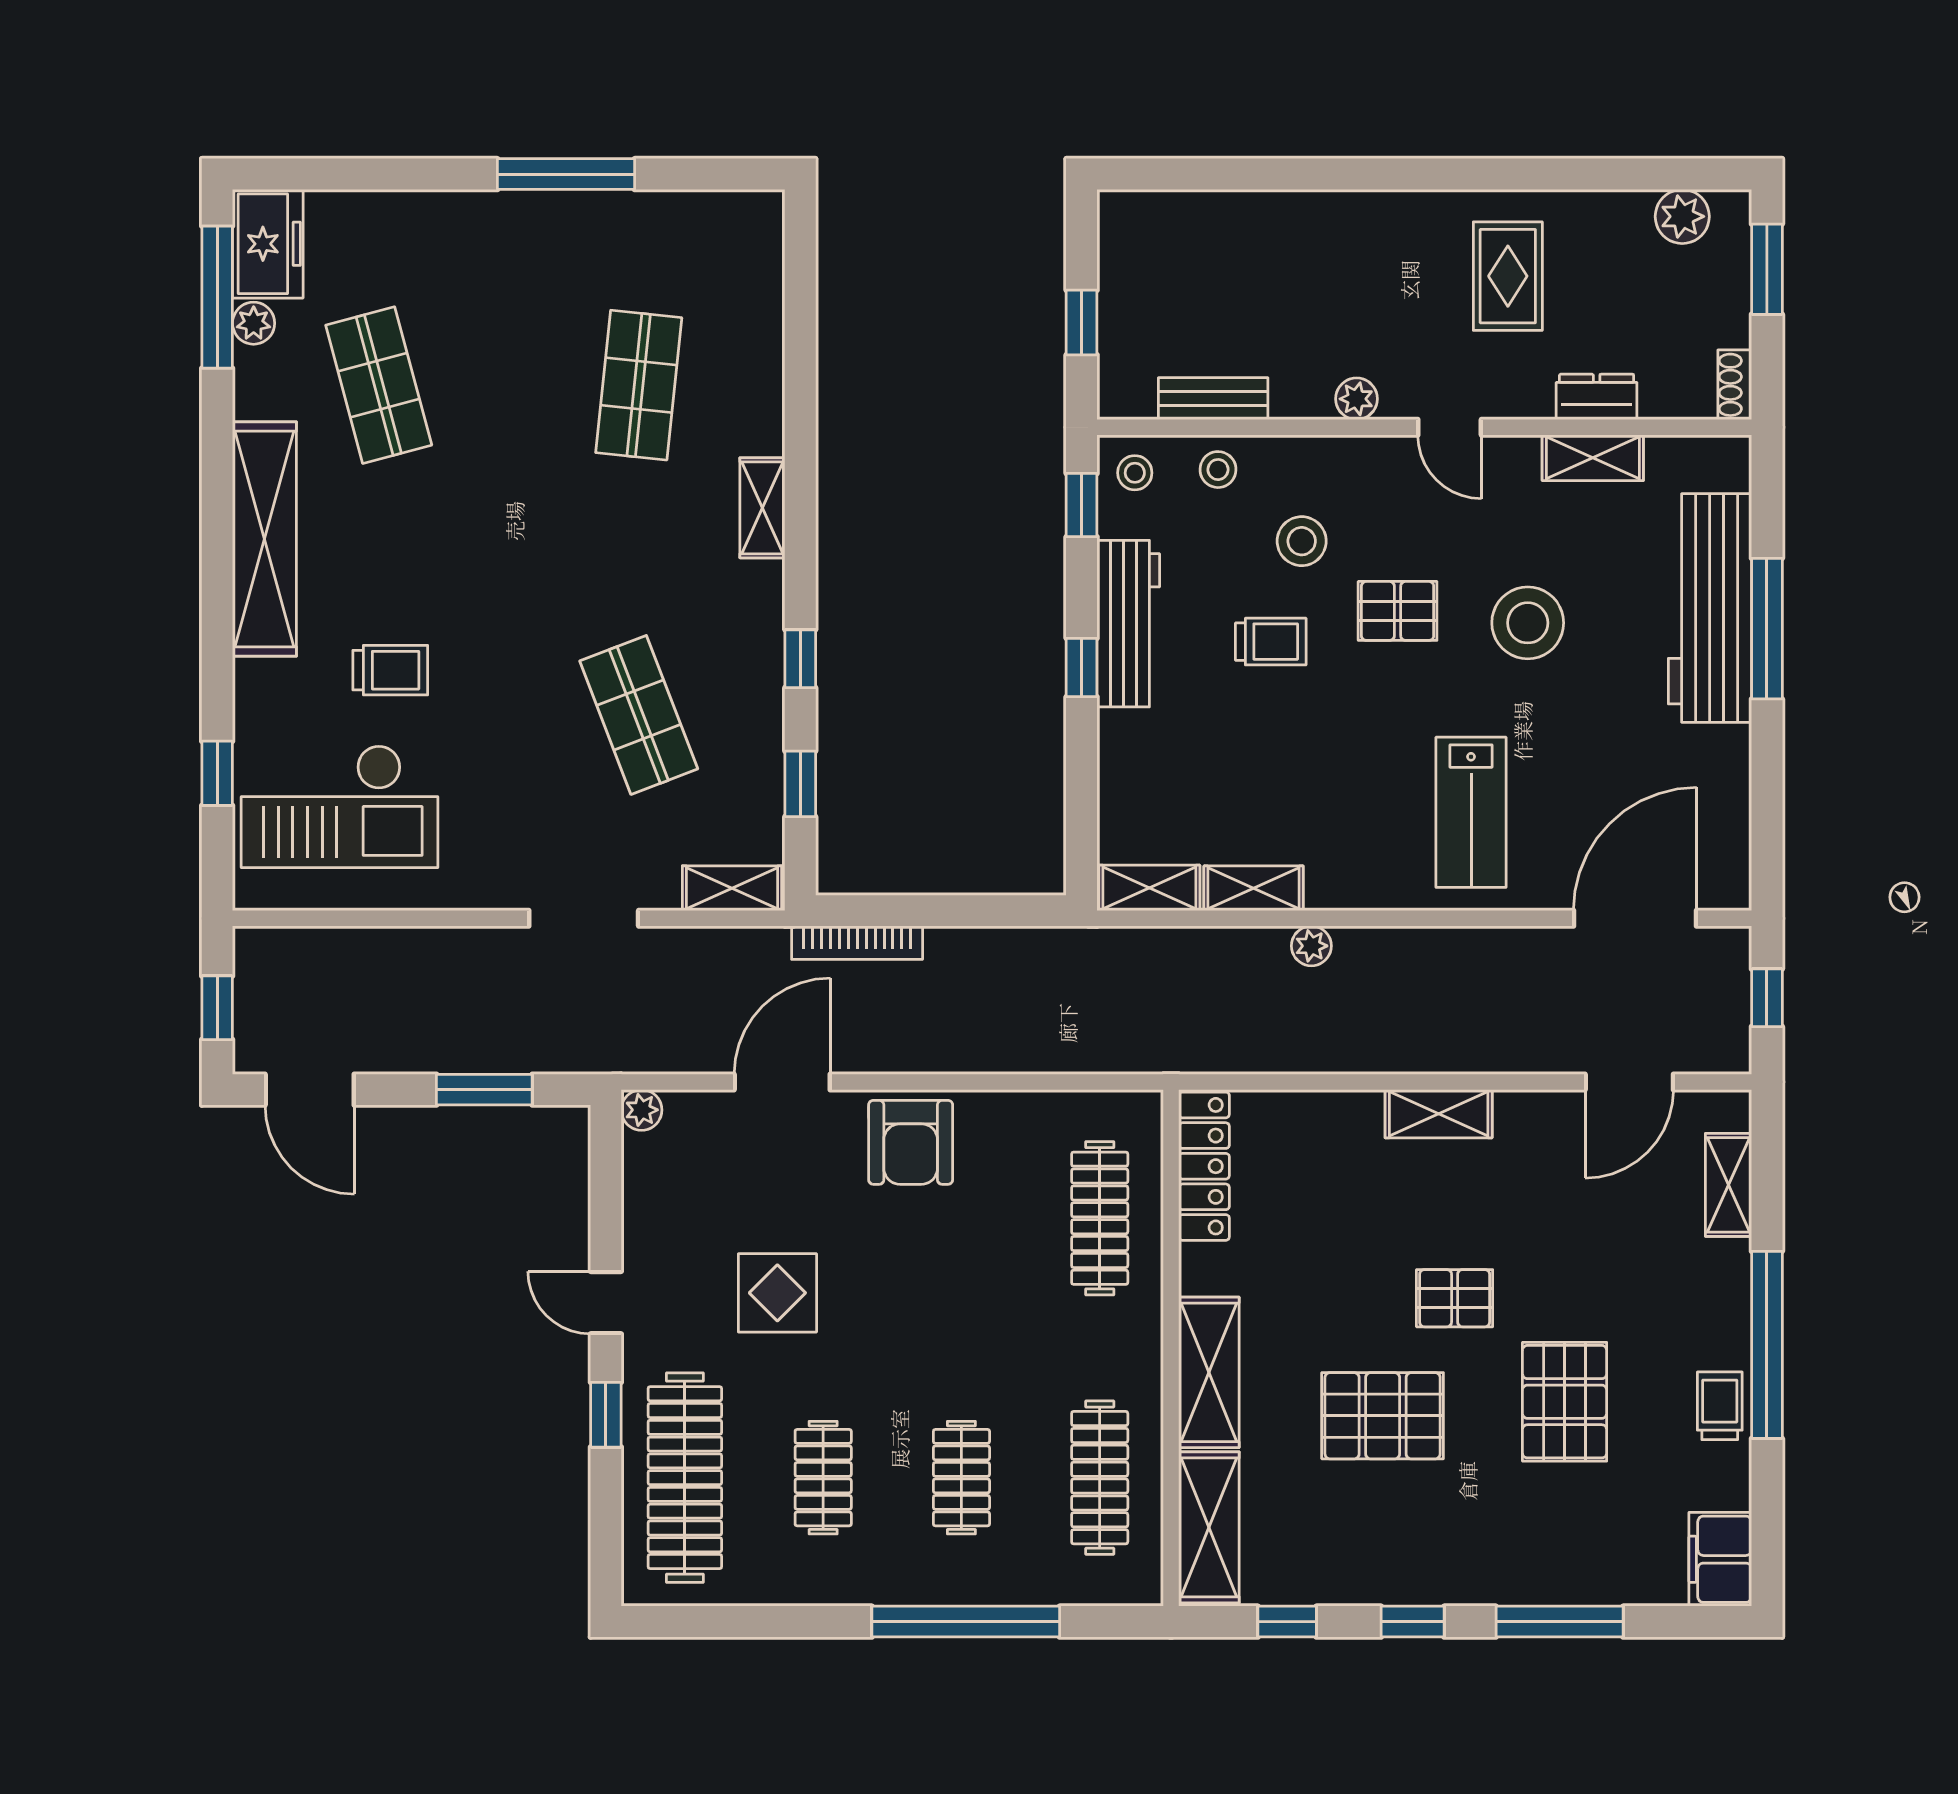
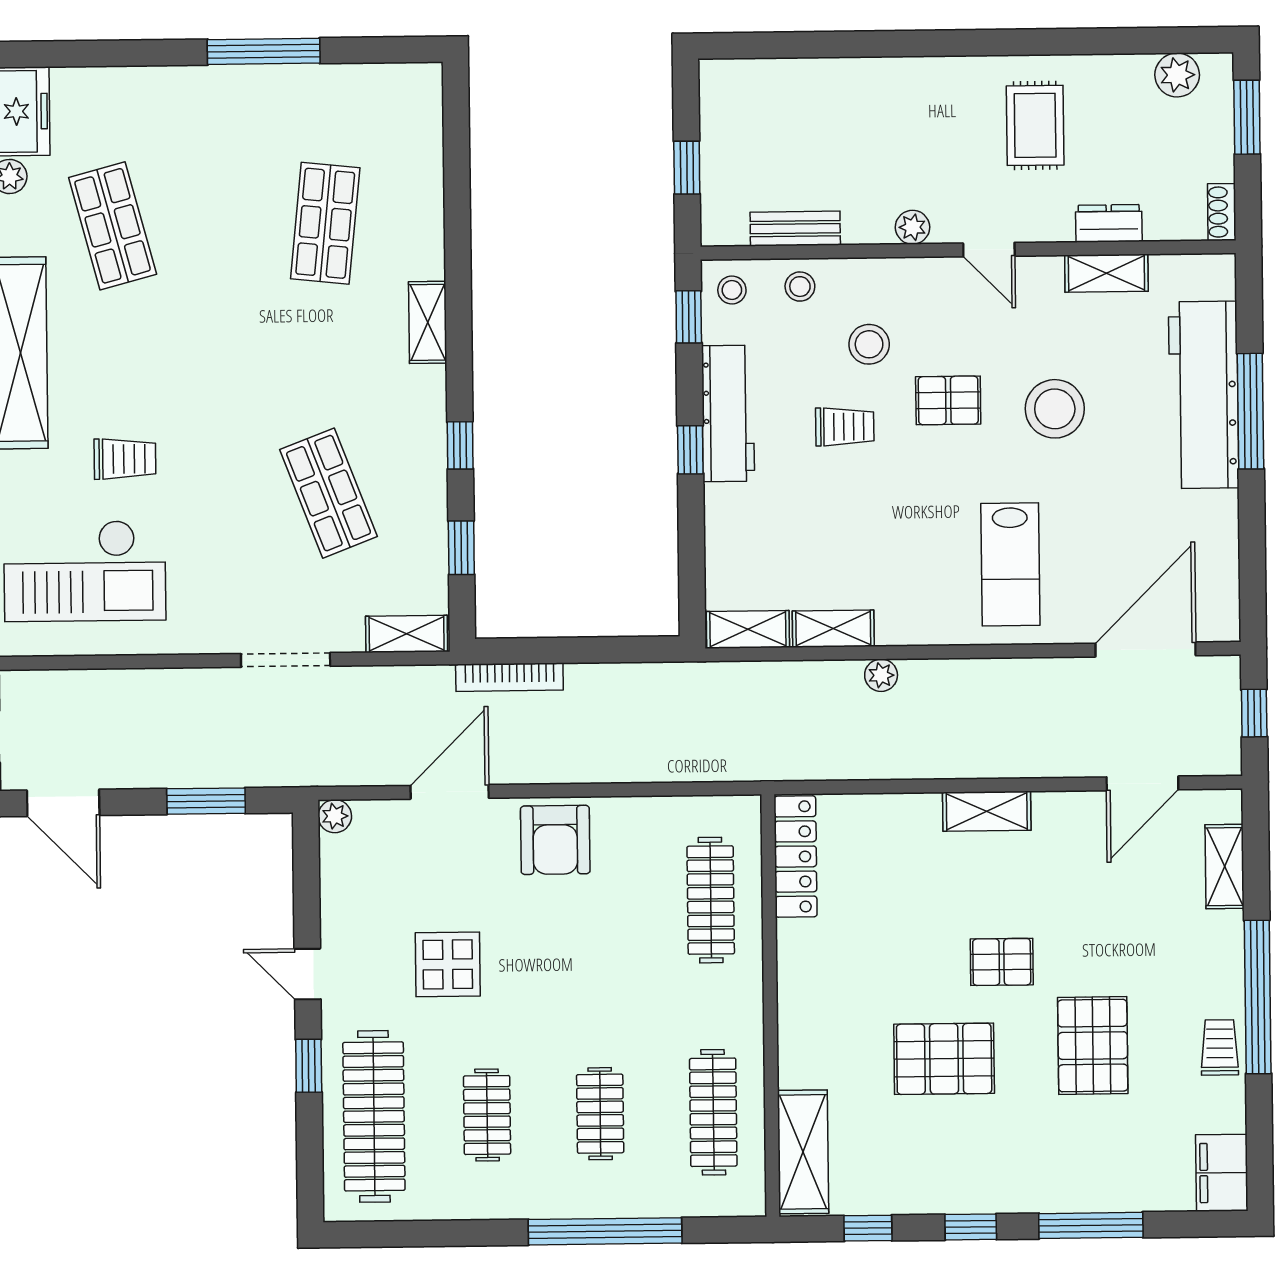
shelving: (1209, 1372) -> (801, 1025), removed

